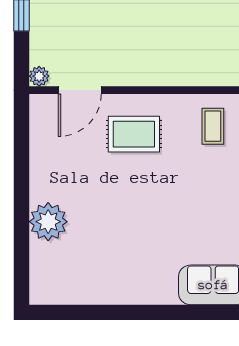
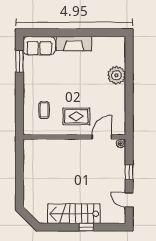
coffee table: (213, 126) -> (44, 110), moved
fireplace: (139, 289) -> (74, 44), added

